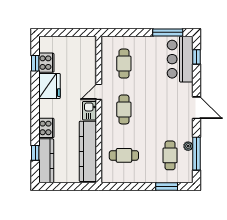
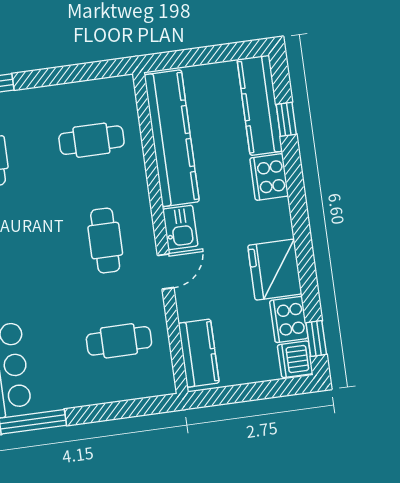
dishwasher: (46, 44) -> (295, 359), added
kitchen counter: (89, 53) -> (199, 353), added
window: (35, 63) -> (316, 339), moved
cafe table: (124, 64) -> (119, 341), turned 90

